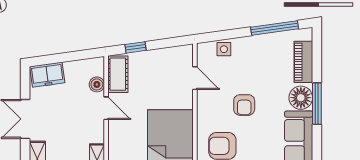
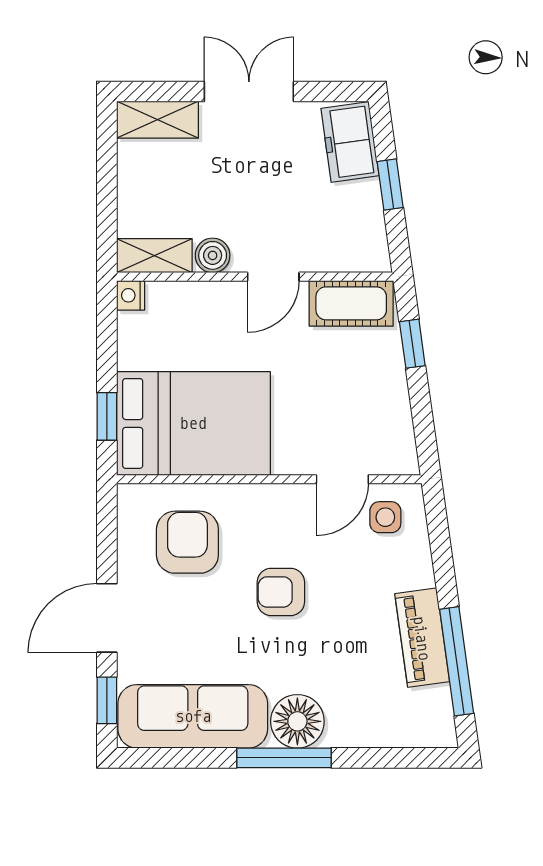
side table: (224, 49) -> (385, 517), moved
window: (66, 57) -> (390, 184), added
piano: (303, 62) -> (422, 638), moved, turned -98
boiler: (97, 84) -> (213, 255), moved

